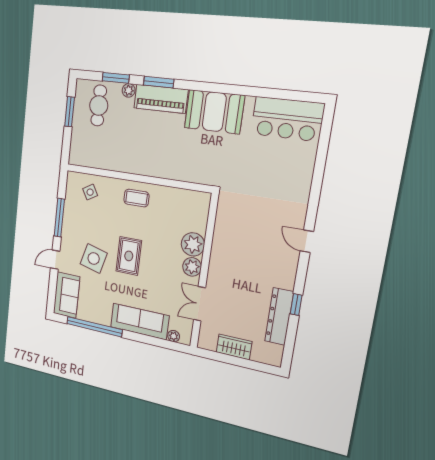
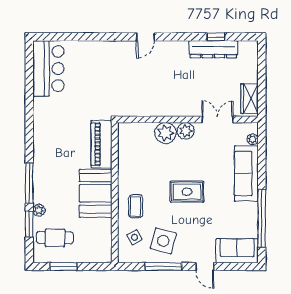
window: (159, 82) -> (29, 183), width x1.44
piano: (161, 99) -> (101, 144), moved, turned 180
booth: (214, 112) -> (96, 193), moved
coffee table: (136, 198) -> (136, 206), moved
side table: (94, 259) -> (163, 241), moved
double door: (199, 304) -> (217, 120), swing flipped
window: (296, 305) -> (216, 37), moved
wardrobe: (234, 347) -> (249, 99), moved

